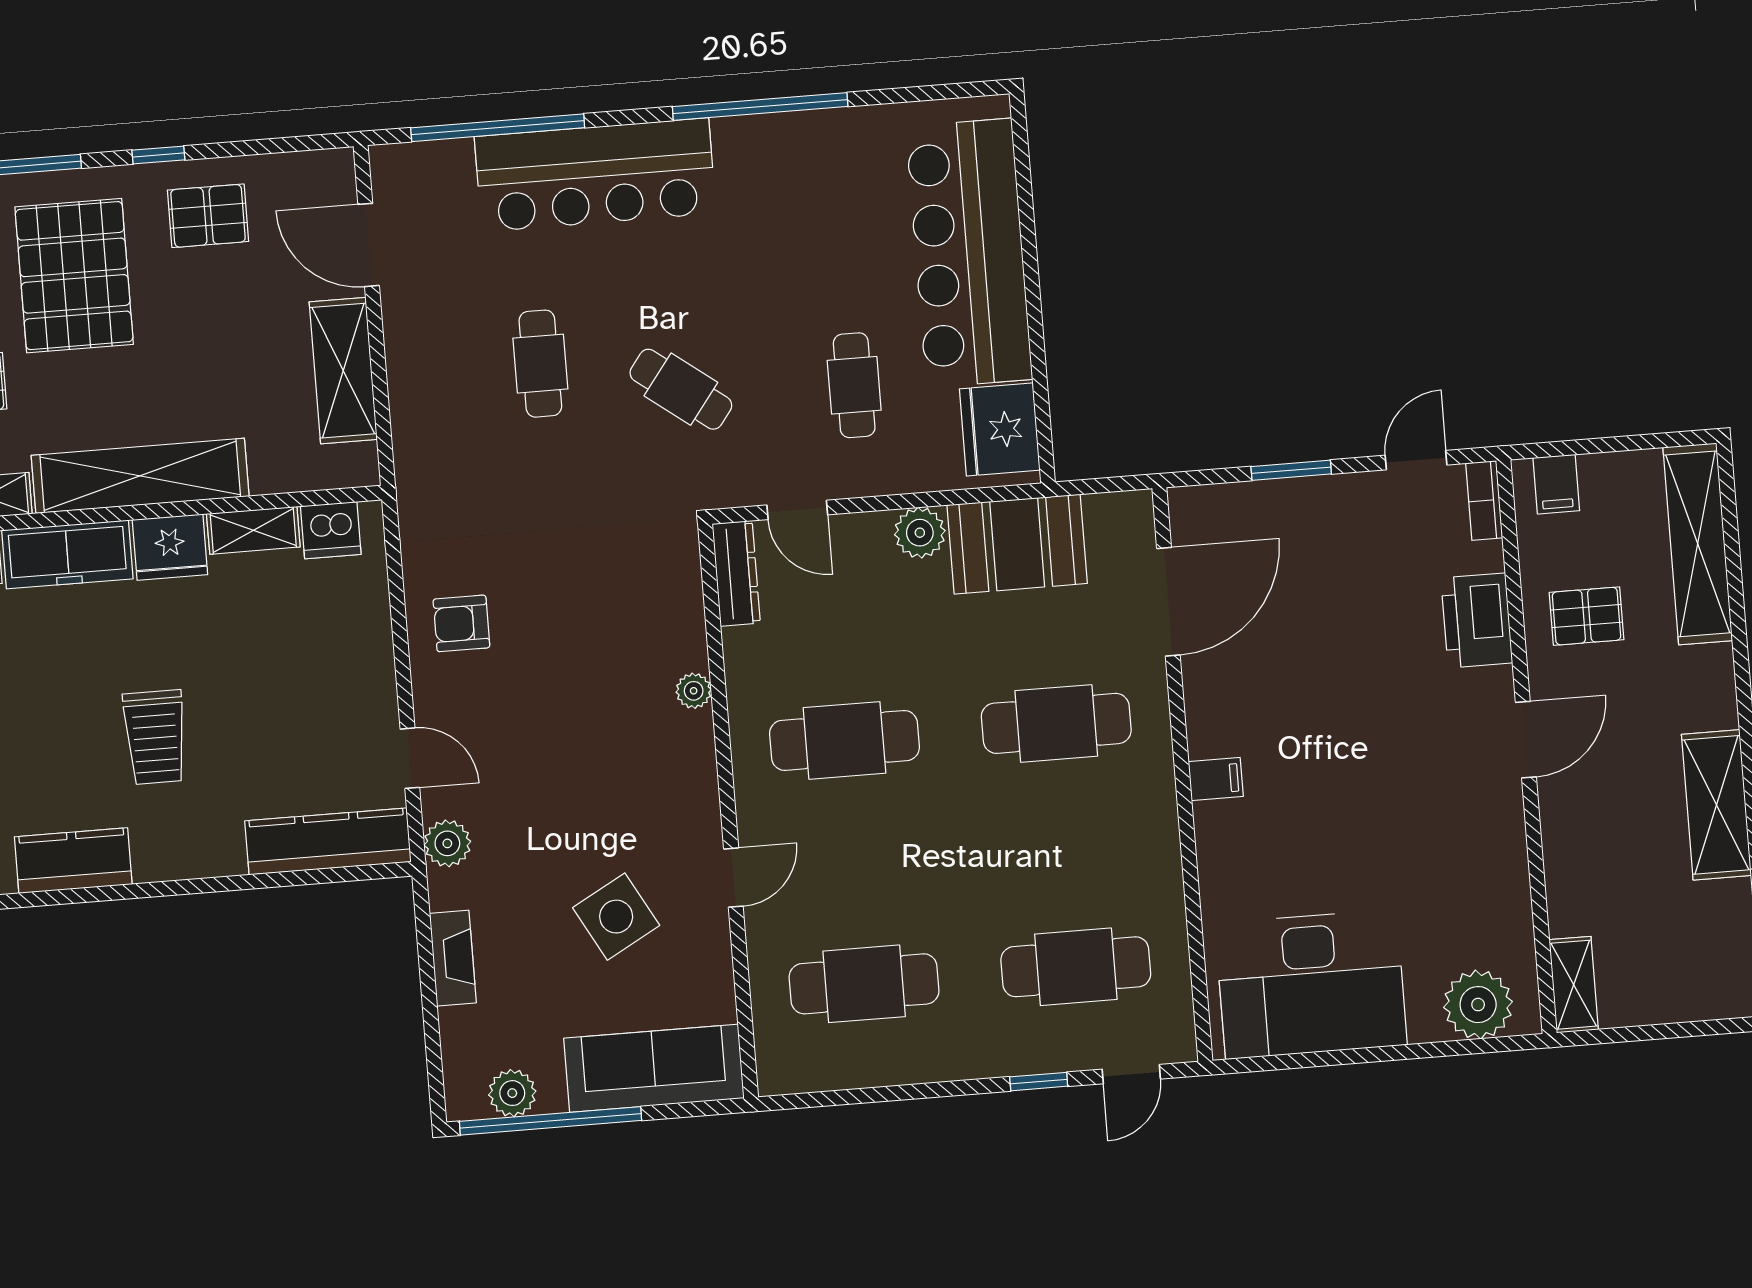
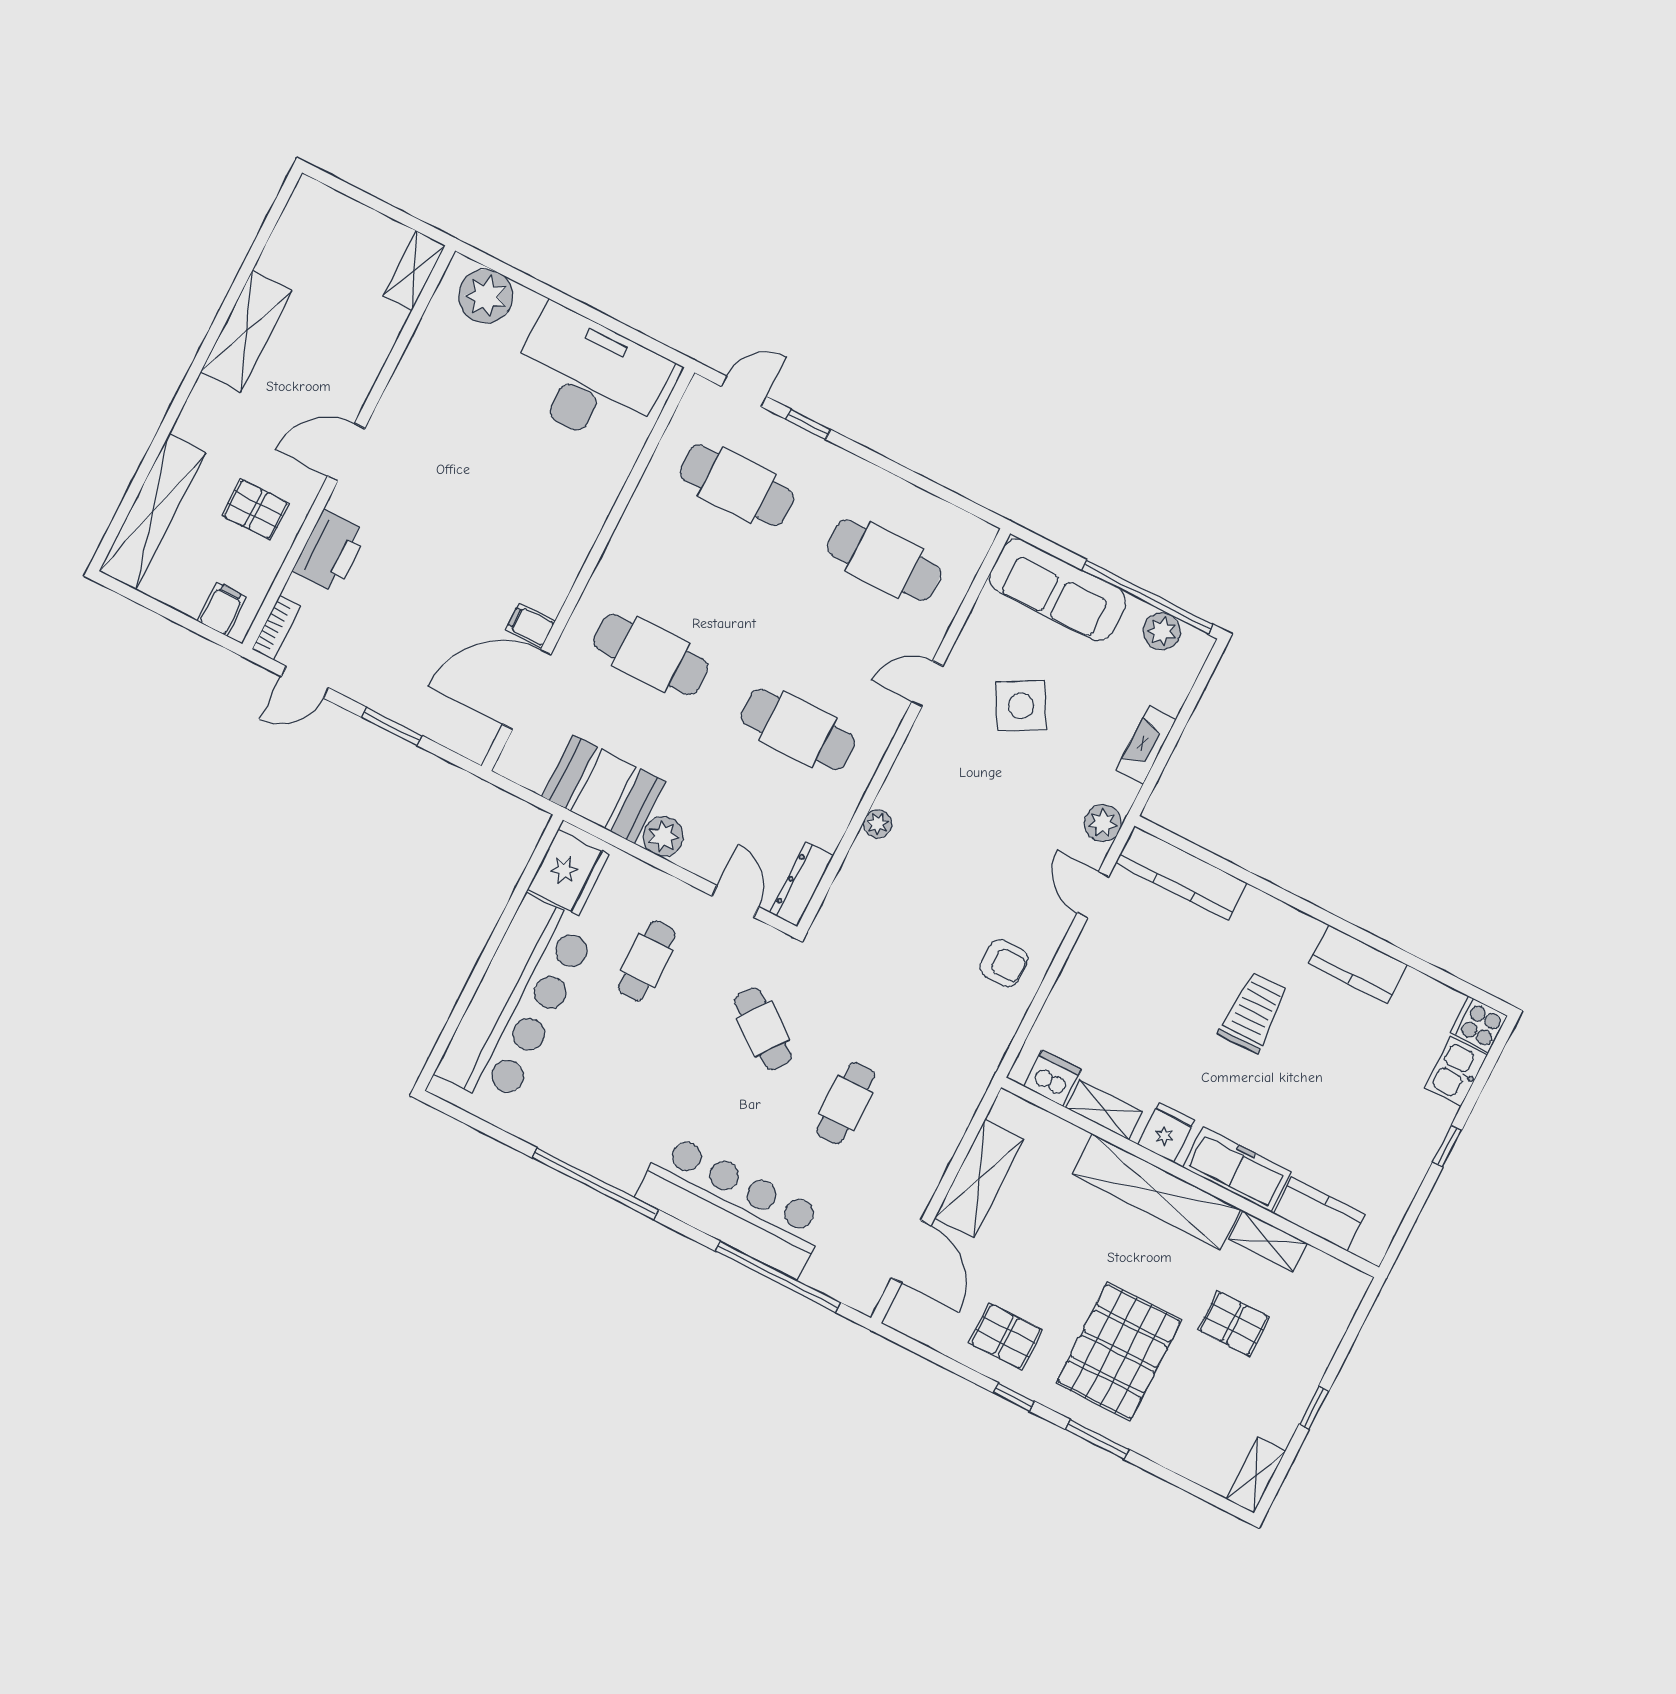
fridge: (170, 547) -> (1166, 1132), width x0.72
filing cabinet: (1216, 779) -> (530, 626), moved

